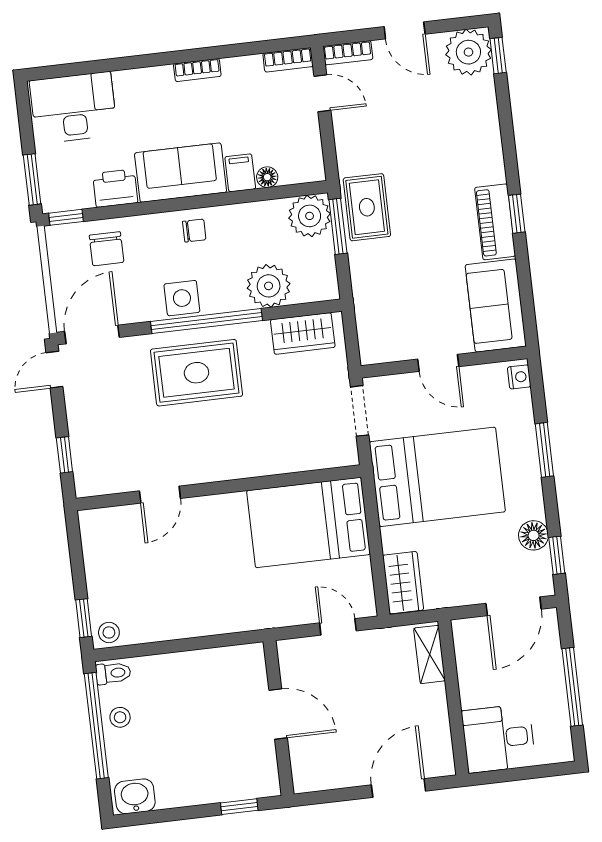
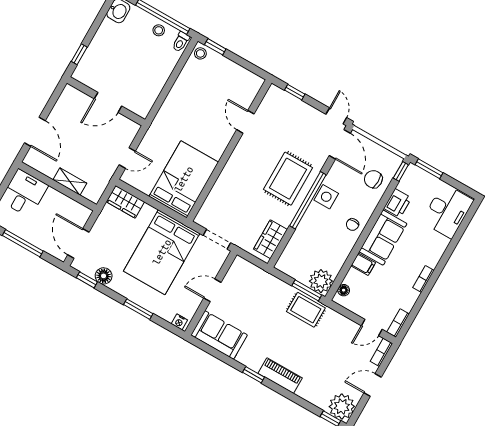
floor lamp: (267, 177) -> (344, 290), moved
piano: (495, 222) -> (280, 376), moved
plant: (269, 286) -> (303, 240), removed
shelving: (430, 654) -> (70, 182), moved

